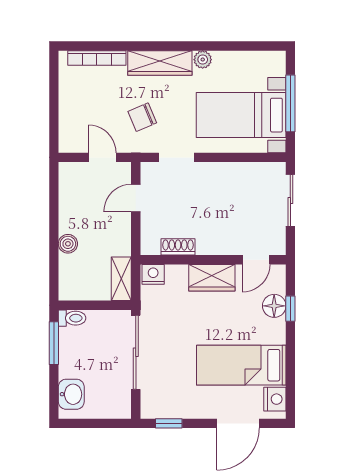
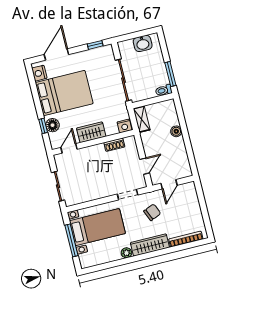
door: (102, 157) -> (169, 184), hinge flipped
bed: (241, 365) -> (64, 93), width x1.50
washbasin: (71, 394) -> (143, 43), moved, turned -90

